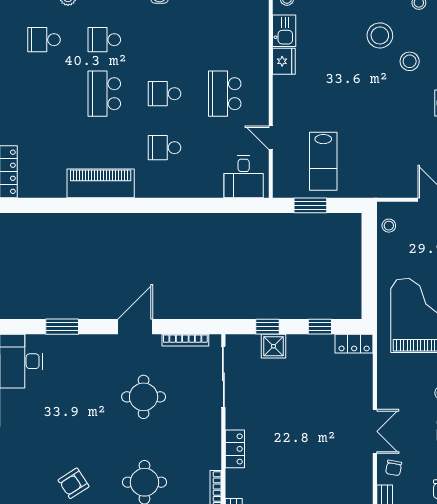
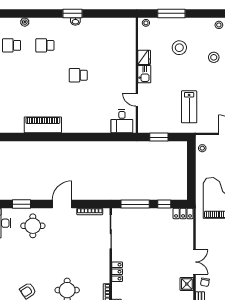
kitchen sink: (284, 31) -> (144, 74), moved
stool: (380, 35) -> (179, 48), moved
school desk: (104, 94) -> (45, 75), removed
school desk: (225, 94) -> (112, 75), removed
school desk: (164, 148) -> (78, 105), removed
lab bench: (323, 161) -> (189, 107), moved
window: (267, 327) -> (135, 204), width x2.17
shower: (273, 346) -> (187, 284), moved
round table: (144, 397) -> (33, 226), moved

